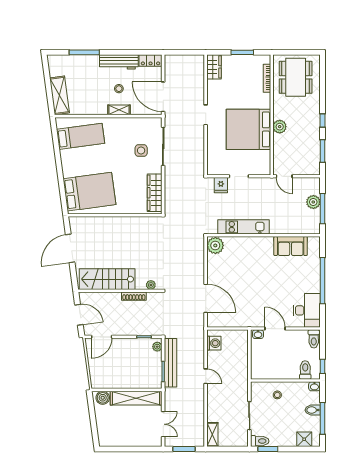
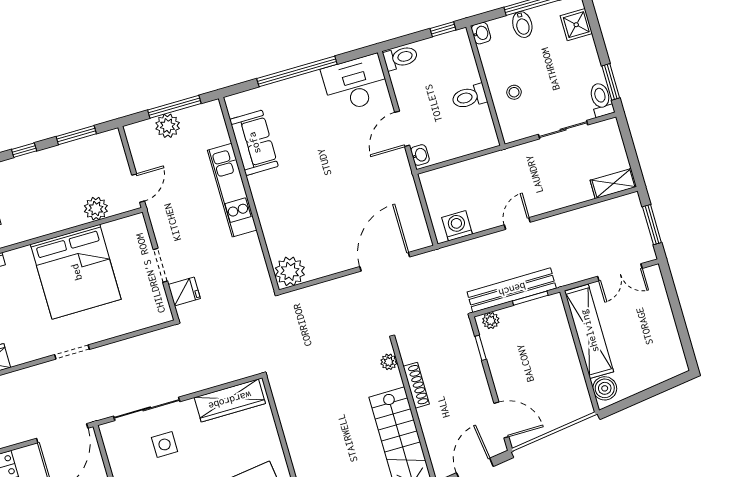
plant: (280, 127) -> (96, 209), moved
kitchen unit: (244, 227) -> (232, 190), moved
toilet: (305, 370) -> (469, 97), moved
double door: (163, 424) -> (620, 272), swing flipped

